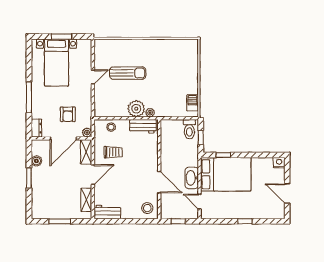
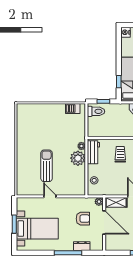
dresser: (36, 128) -> (82, 246), moved
trolley: (113, 152) -> (120, 154), moved
boiler: (36, 161) -> (124, 246), removed

